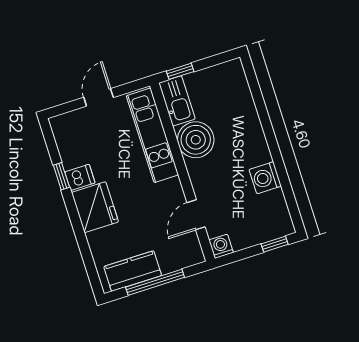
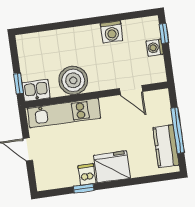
kitchen sink: (177, 101) -> (36, 90), width x0.73
washing machine: (221, 246) -> (155, 48), moved

